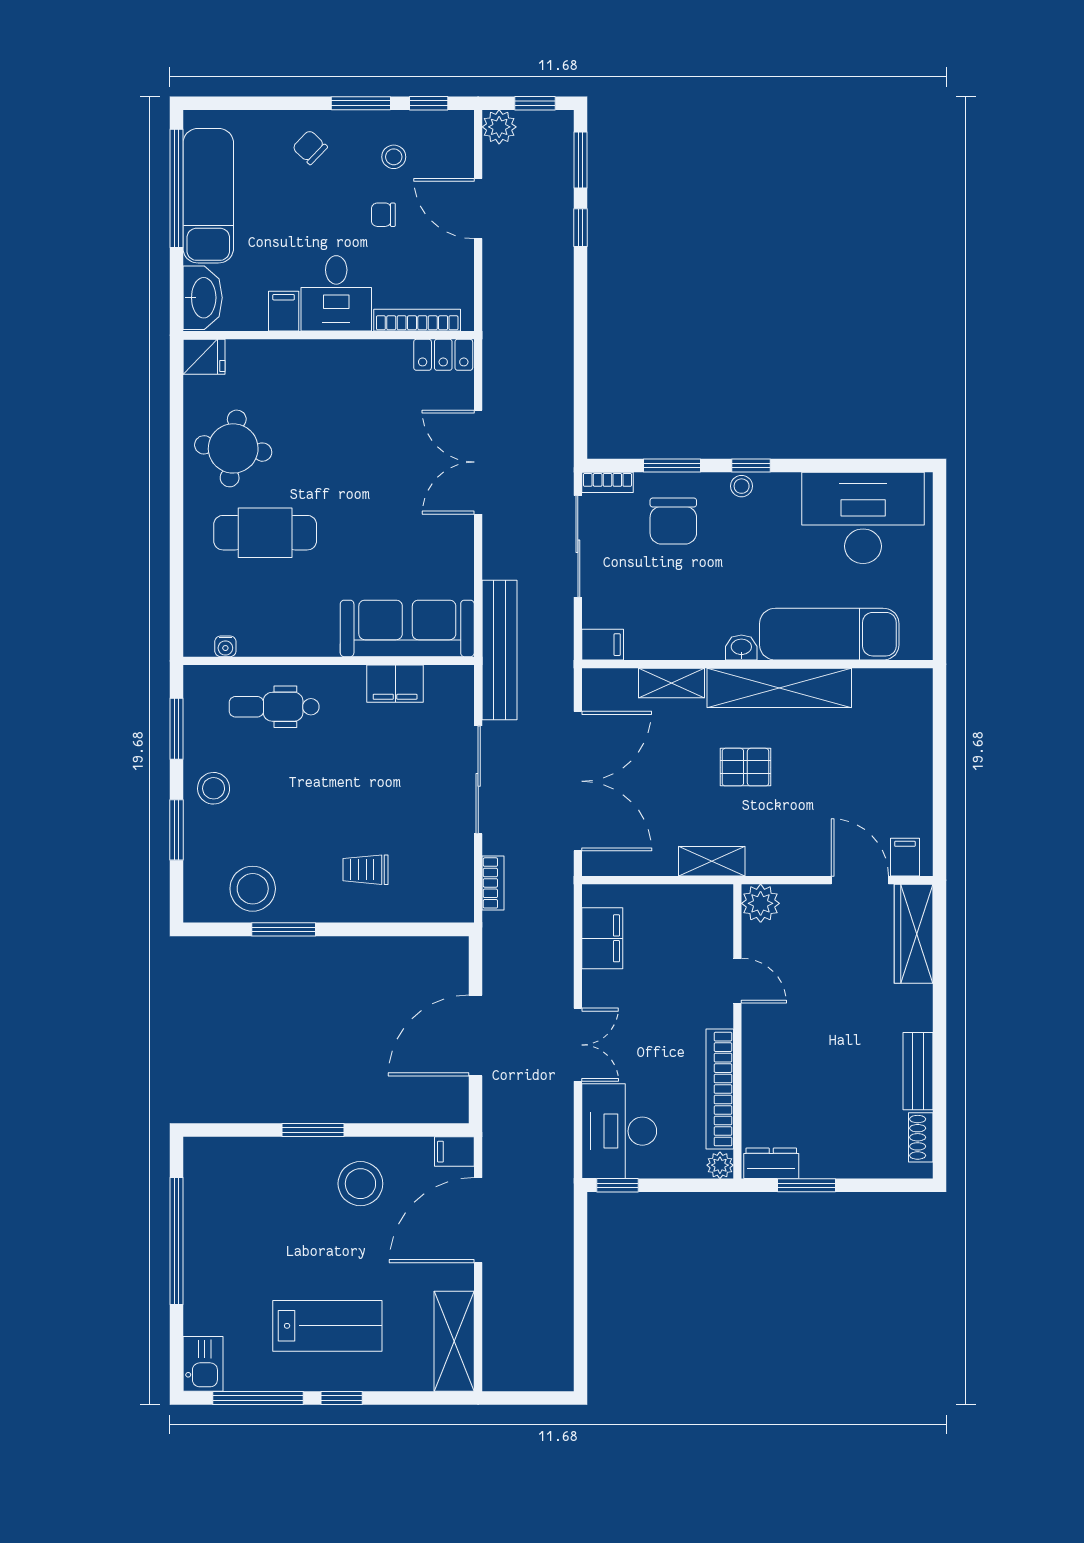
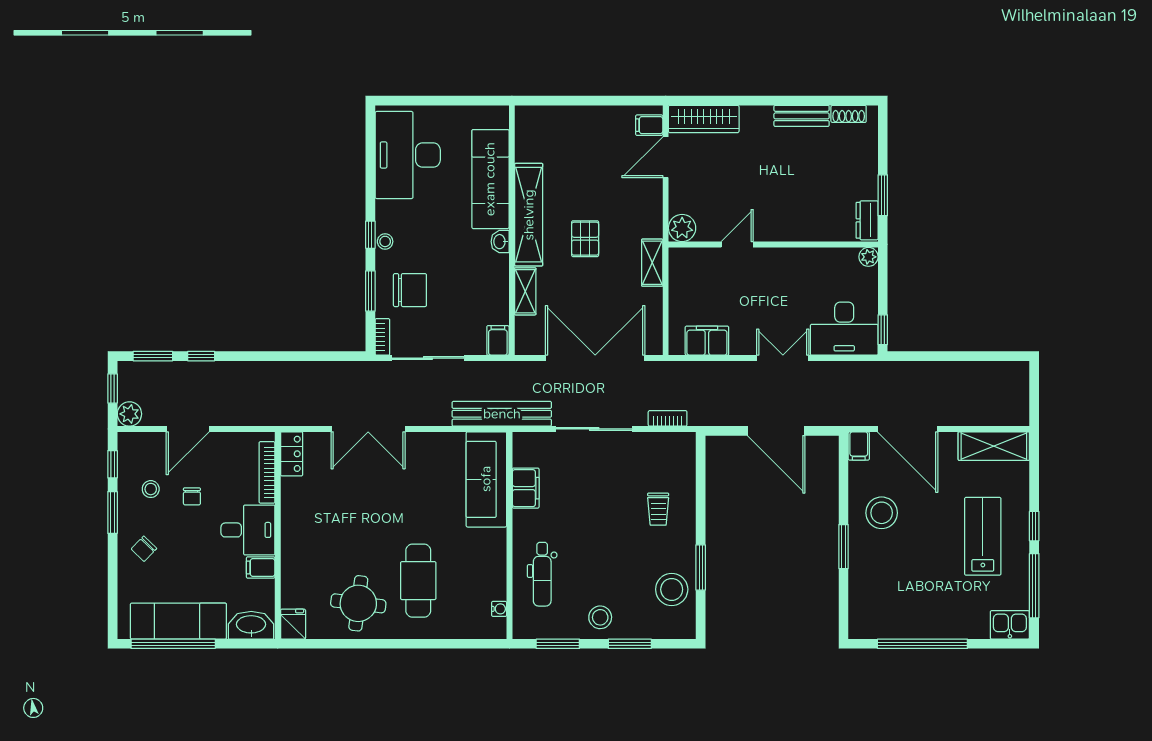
bookcase: (720, 1089) -> (814, 257), removed

